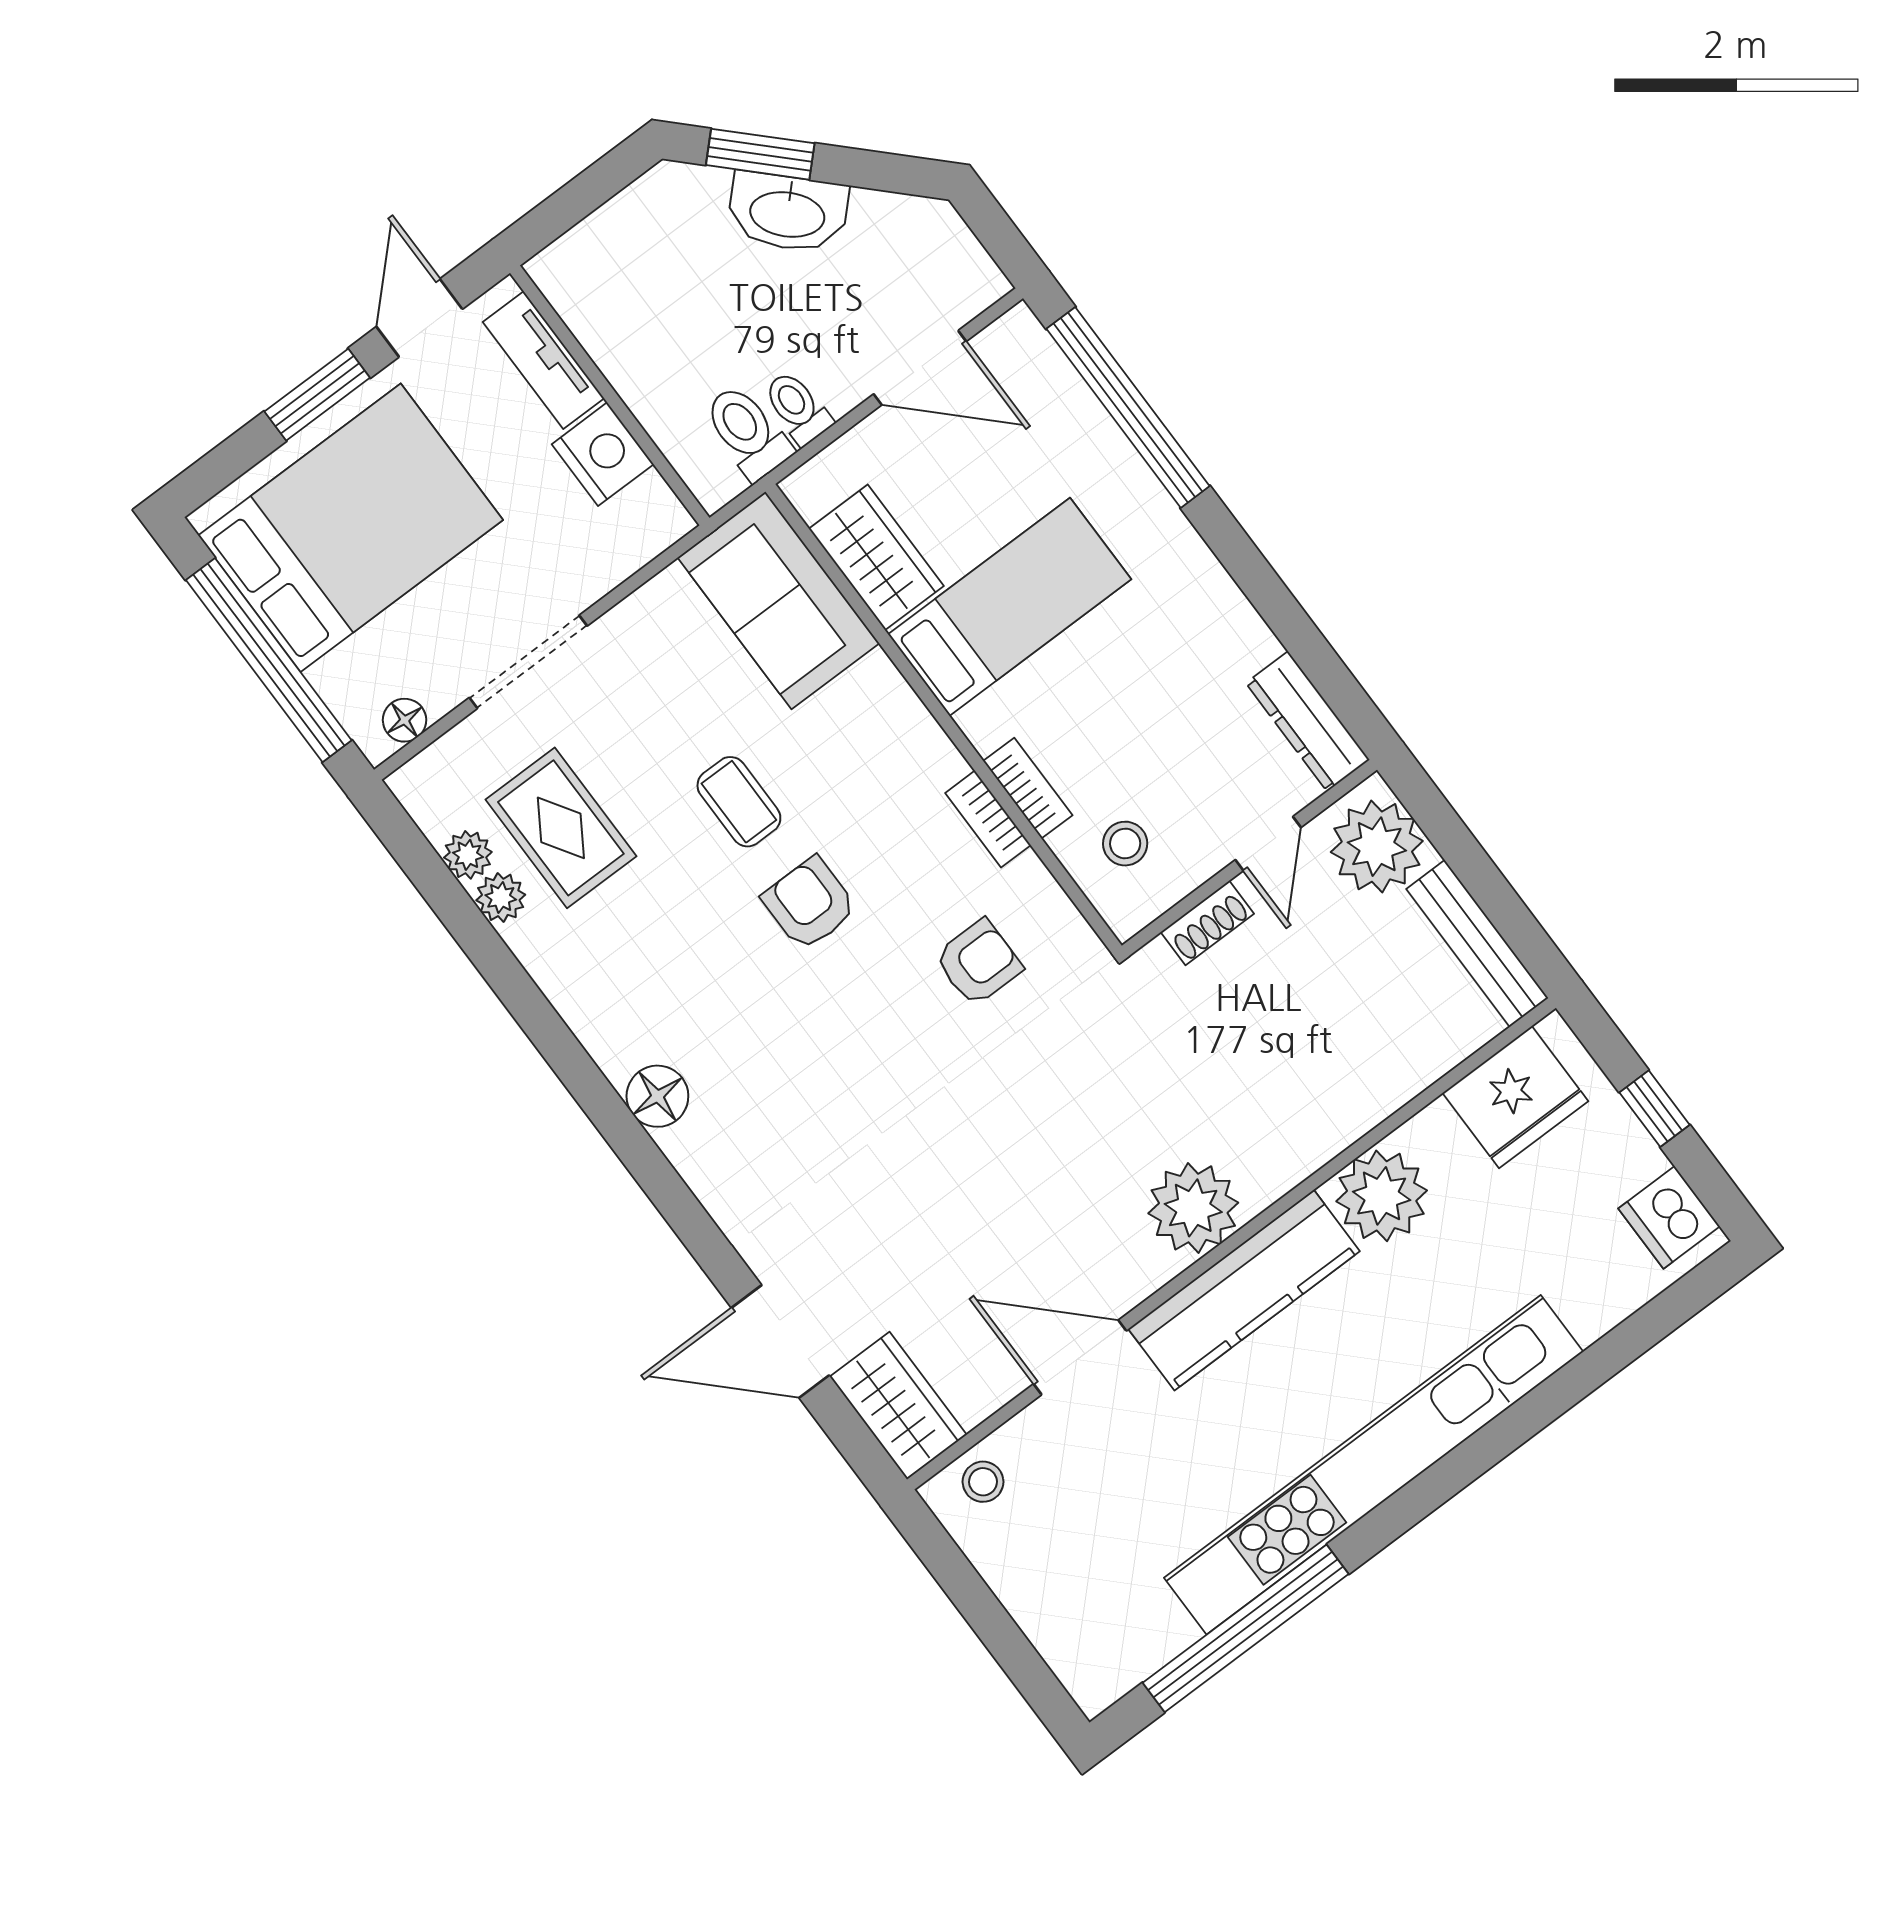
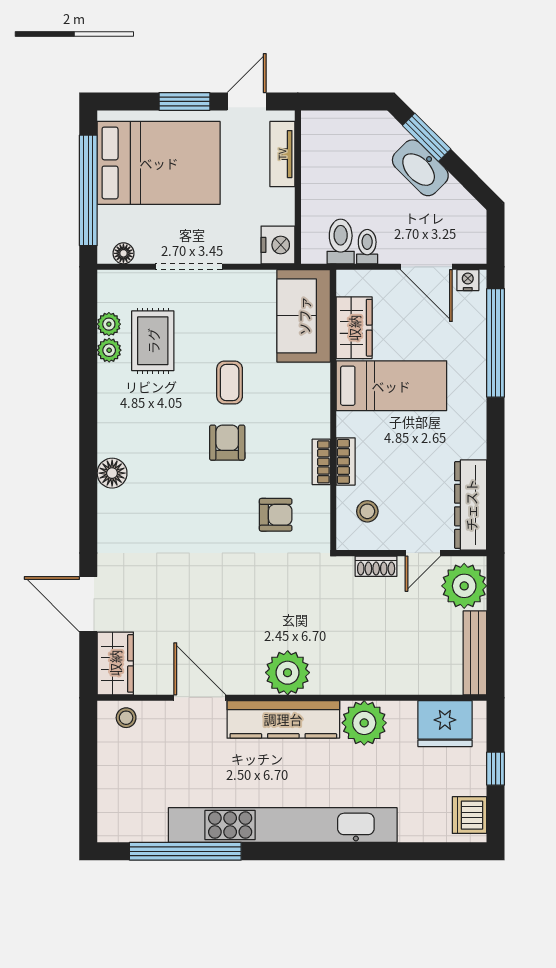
nightstand: (1005, 339) -> (468, 280), added
nightstand: (603, 454) -> (278, 245), moved
dresser: (1308, 721) -> (471, 505), width x1.37, depth x1.24

